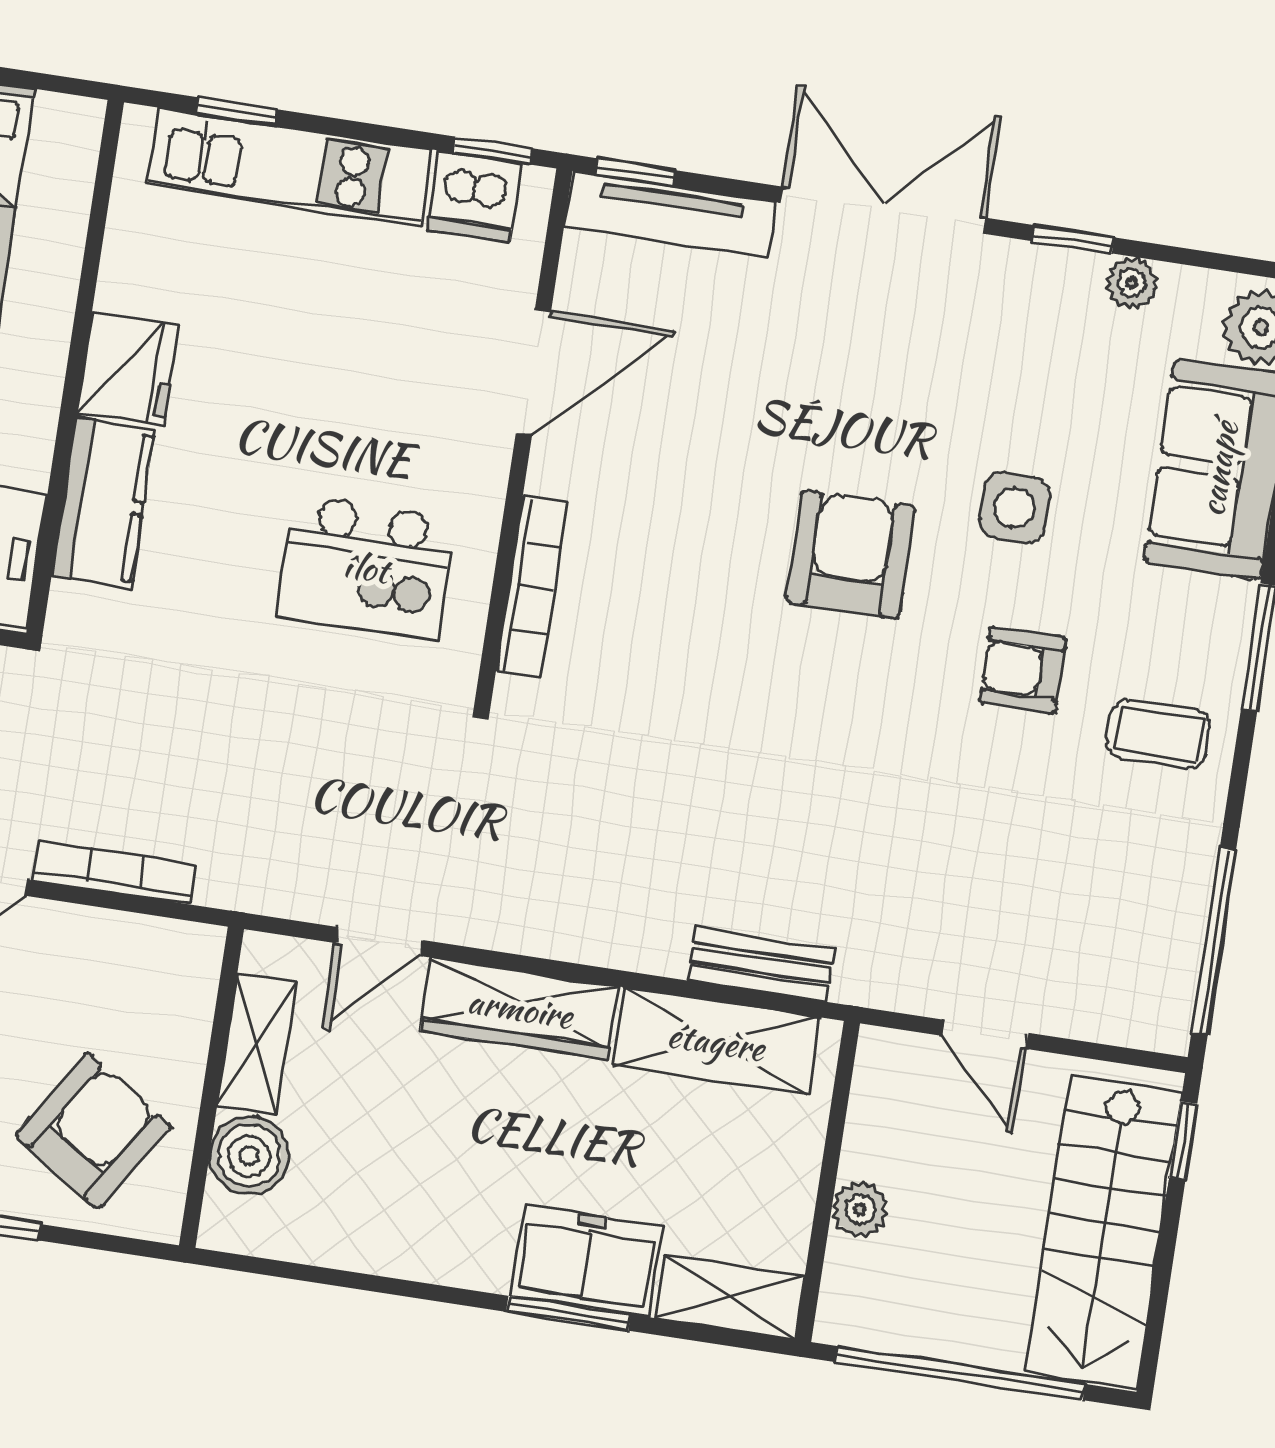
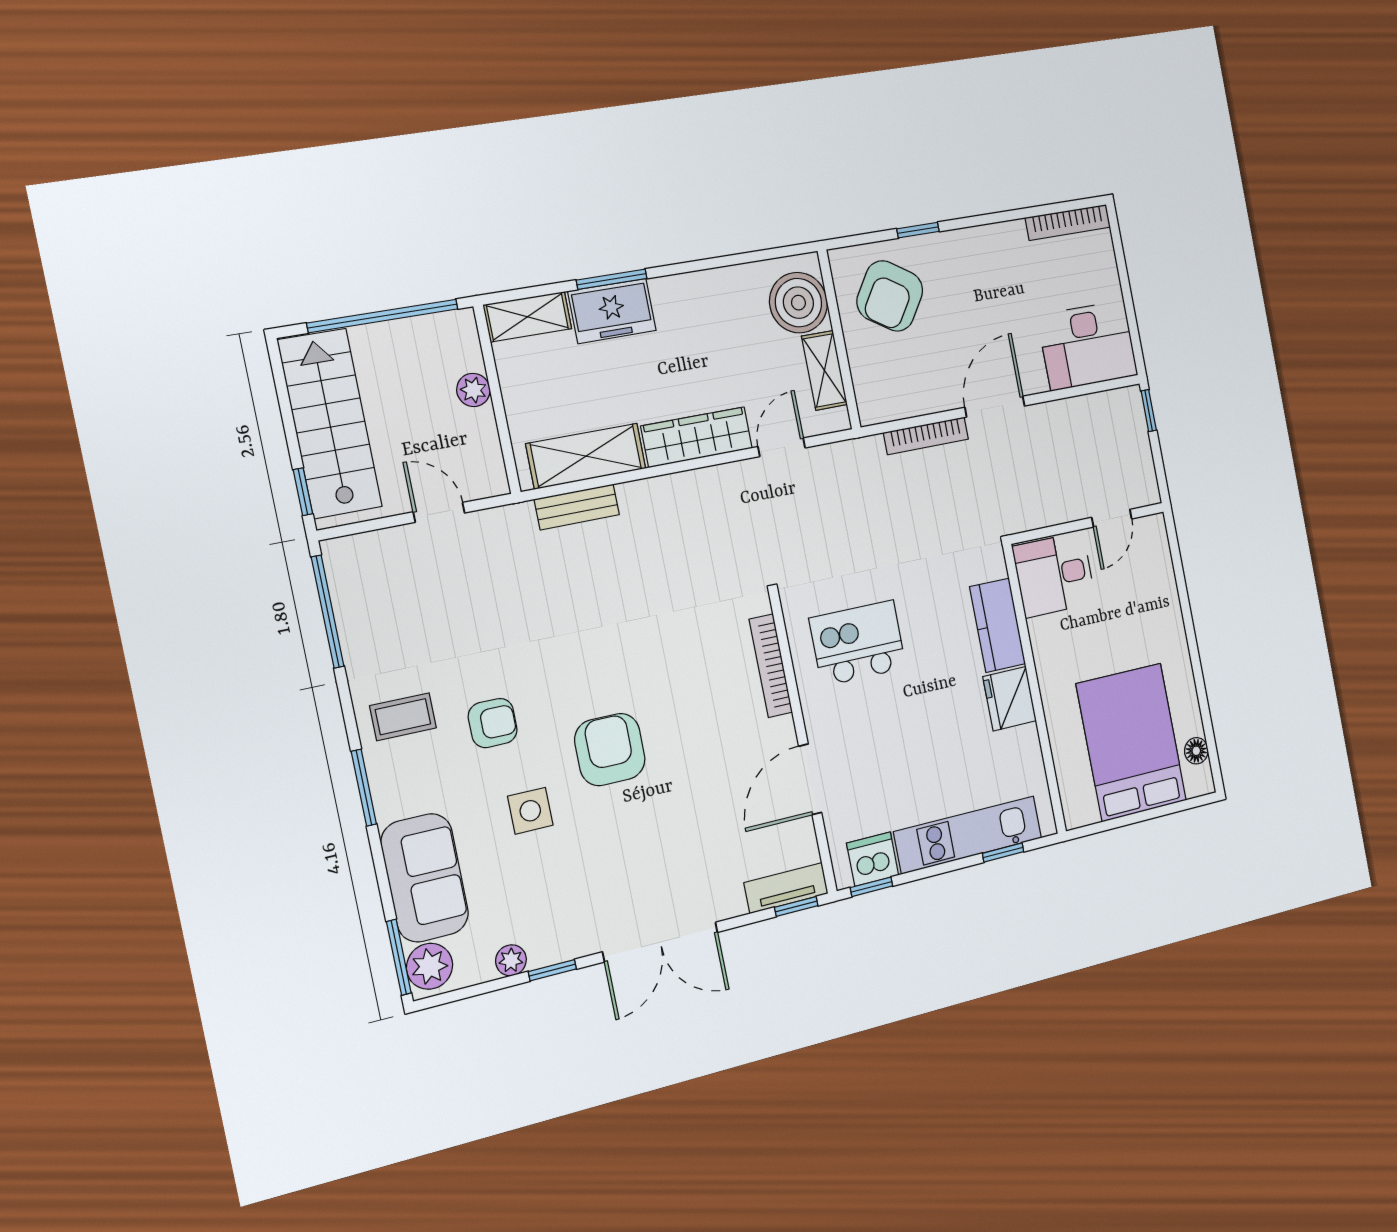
tv unit: (670, 214) -> (786, 888), width x0.71
armchair: (851, 554) -> (610, 750), turned 180
boiler: (249, 1156) -> (798, 303), width x1.37, depth x1.37

